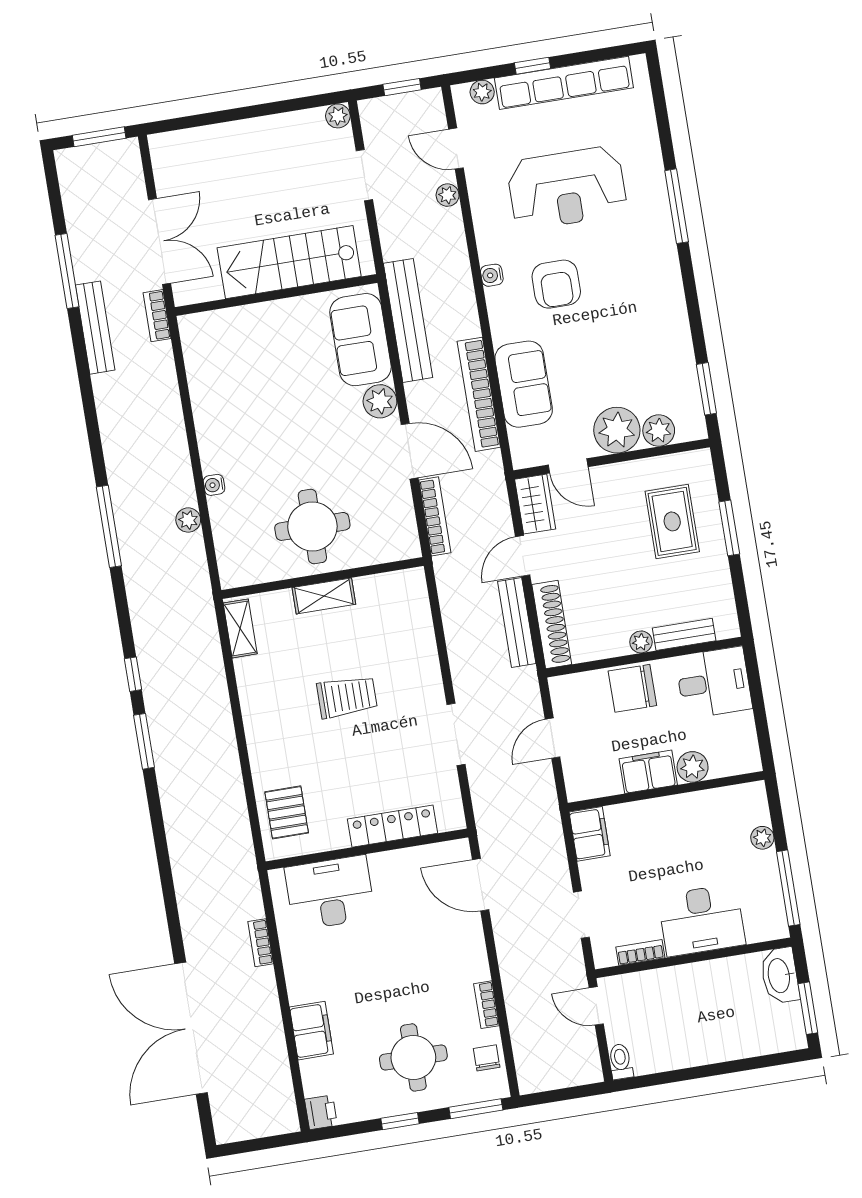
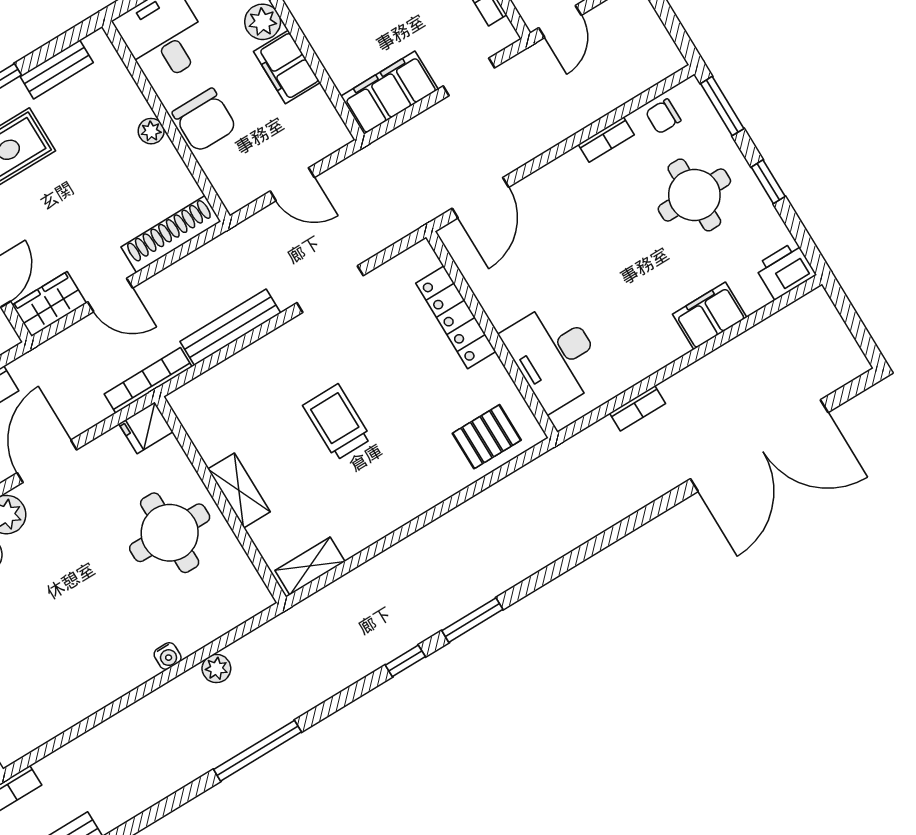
bookcase: (435, 516) -> (148, 380), moved
fridge: (404, 542) -> (146, 428), added
bench: (517, 623) -> (230, 327), moved
bench: (684, 634) -> (57, 69), moved, turned 90
filing cabinet: (590, 834) -> (389, 93), width x1.50, depth x1.17
printer: (321, 1112) -> (785, 270), width x1.36, depth x1.24

